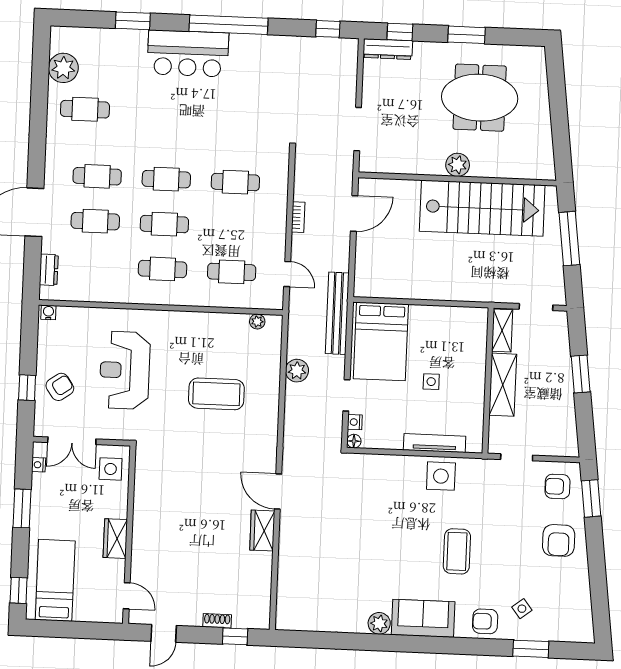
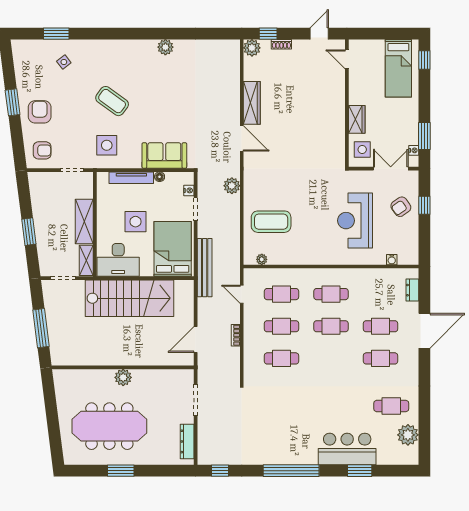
window: (400, 32) -> (168, 471), removed
dresser: (388, 49) -> (187, 441), moved, turned -90
bar counter: (188, 53) -> (347, 449), moved
meeting table: (480, 98) -> (109, 426), width x1.36
cafe table: (166, 179) -> (281, 326), moved
stairs: (482, 208) -> (129, 298), moved, turned 180
water cooler: (48, 312) -> (392, 260), moved
desk: (458, 329) -> (118, 260), added
reception desk: (125, 370) -> (355, 221), turned 180
plant: (297, 371) -> (232, 186), moved
side table: (431, 382) -> (136, 222), width x1.87, depth x1.87
coffee table: (216, 394) -> (271, 222), moved
floor lamp: (354, 441) -> (160, 177), moved
side table: (441, 476) -> (107, 145), moved
window: (591, 498) -> (13, 102), moved
window: (22, 508) -> (424, 136), moved
wardrobe: (262, 531) -> (252, 103), width x1.50
wardrobe: (115, 539) -> (357, 119), moved
coffee table: (457, 551) -> (112, 101), turned -54
plant: (258, 617) -> (252, 48), added
sofa: (423, 618) -> (164, 155), moved, turned 180
armchair: (485, 621) -> (90, 52), removed

